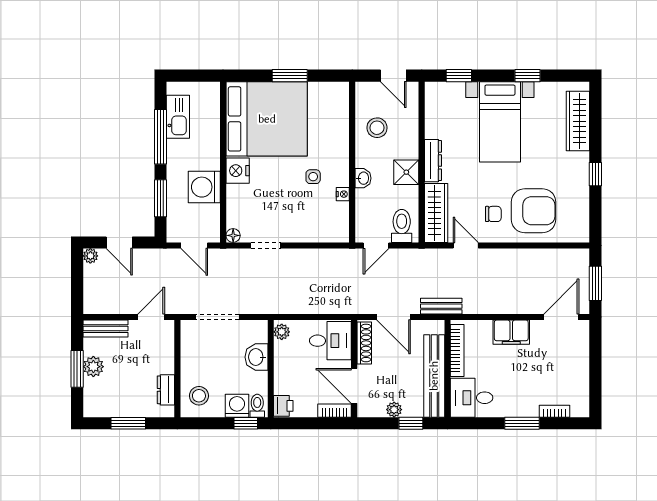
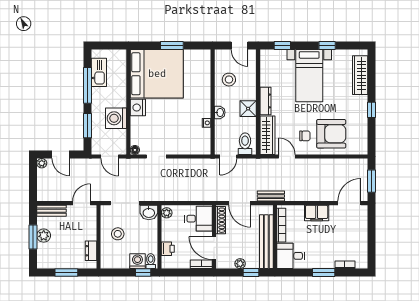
side table: (313, 177) -> (187, 111), removed
washbasin: (256, 357) -> (149, 212), moved, turned -90
stool: (199, 396) -> (118, 234), moved
printer: (283, 406) -> (168, 249), moved

